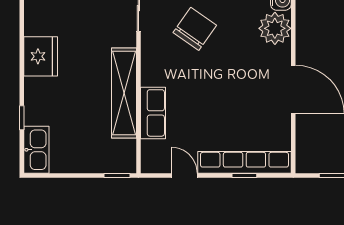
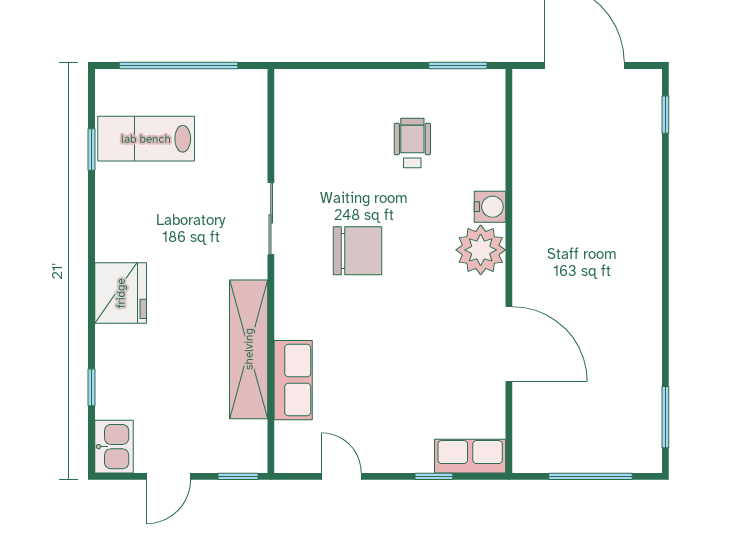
chair: (195, 29) -> (357, 251), turned 55
kitchen sink: (36, 150) -> (114, 447), width x0.73
row of seats: (244, 162) -> (470, 456), width x0.50
door: (72, 176) -> (168, 476), added

